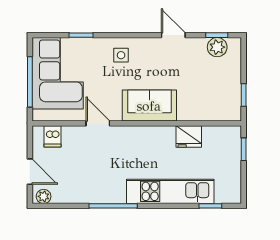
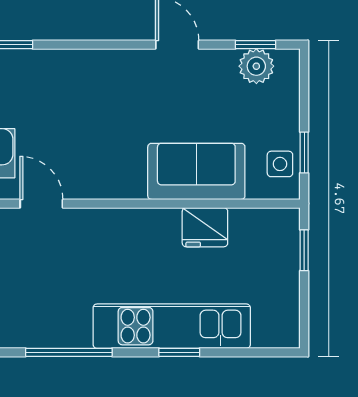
side table: (121, 55) -> (280, 164), moved
sofa: (149, 106) -> (196, 171), moved
window: (210, 206) -> (179, 352), moved

